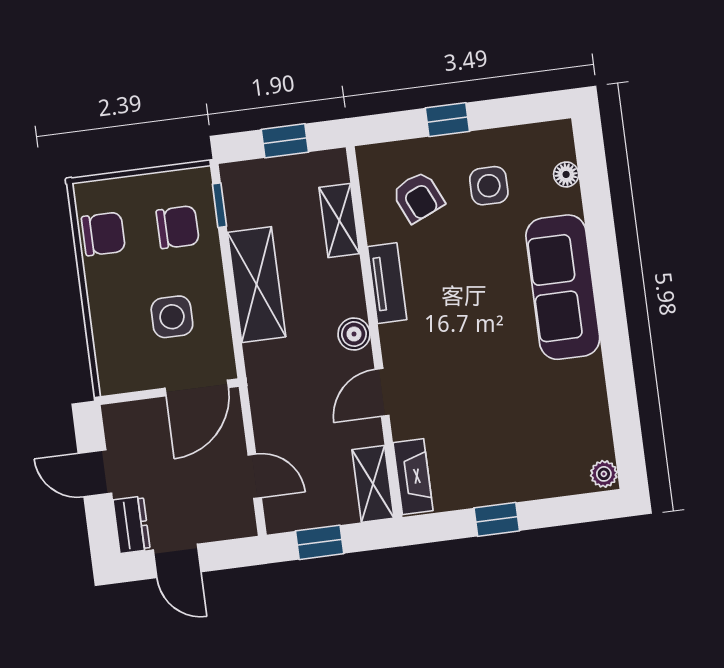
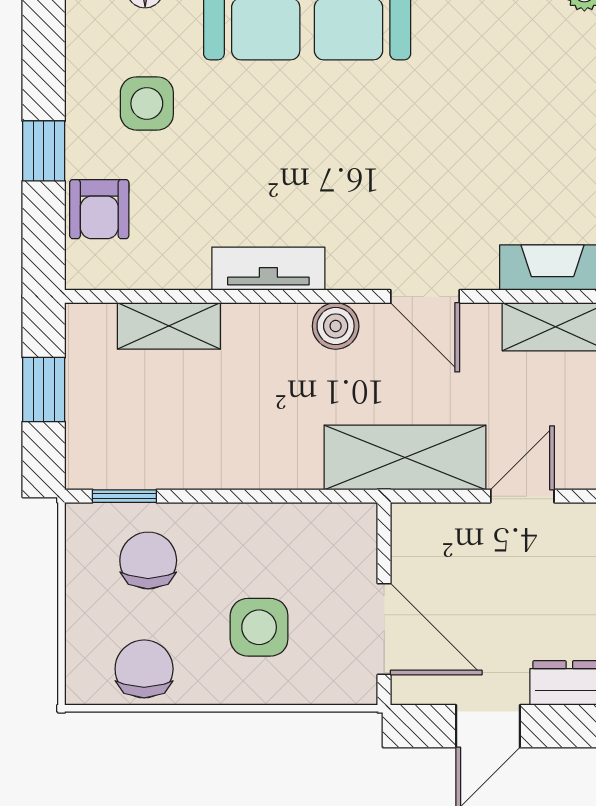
armchair: (418, 197) -> (99, 209), moved, turned 114
shelving: (257, 285) -> (405, 457), moved
side table: (172, 317) -> (259, 627), moved
door: (197, 388) -> (384, 629), moved

